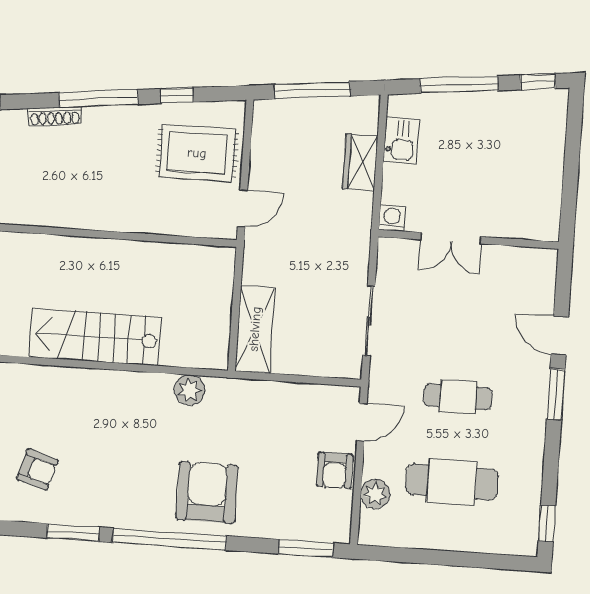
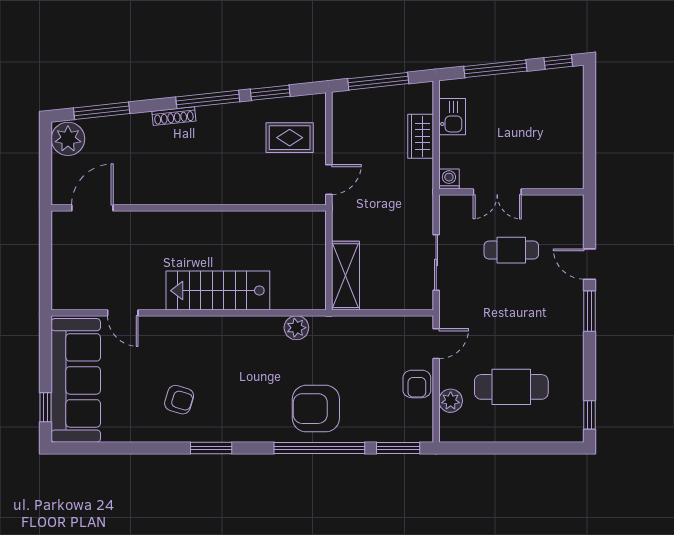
window: (177, 95) -> (270, 93), width x1.50
rug: (197, 153) -> (290, 138), width x0.73, depth x0.70
cafe table: (458, 397) -> (511, 250), moved
armchair: (207, 492) -> (316, 409), turned -90
window: (170, 539) -> (319, 448), moved

